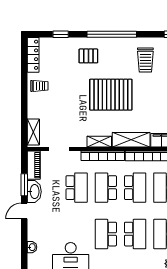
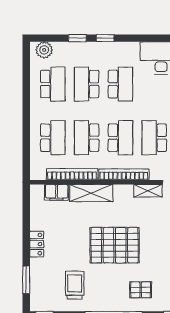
shelving: (99, 142) -> (148, 191), moved

